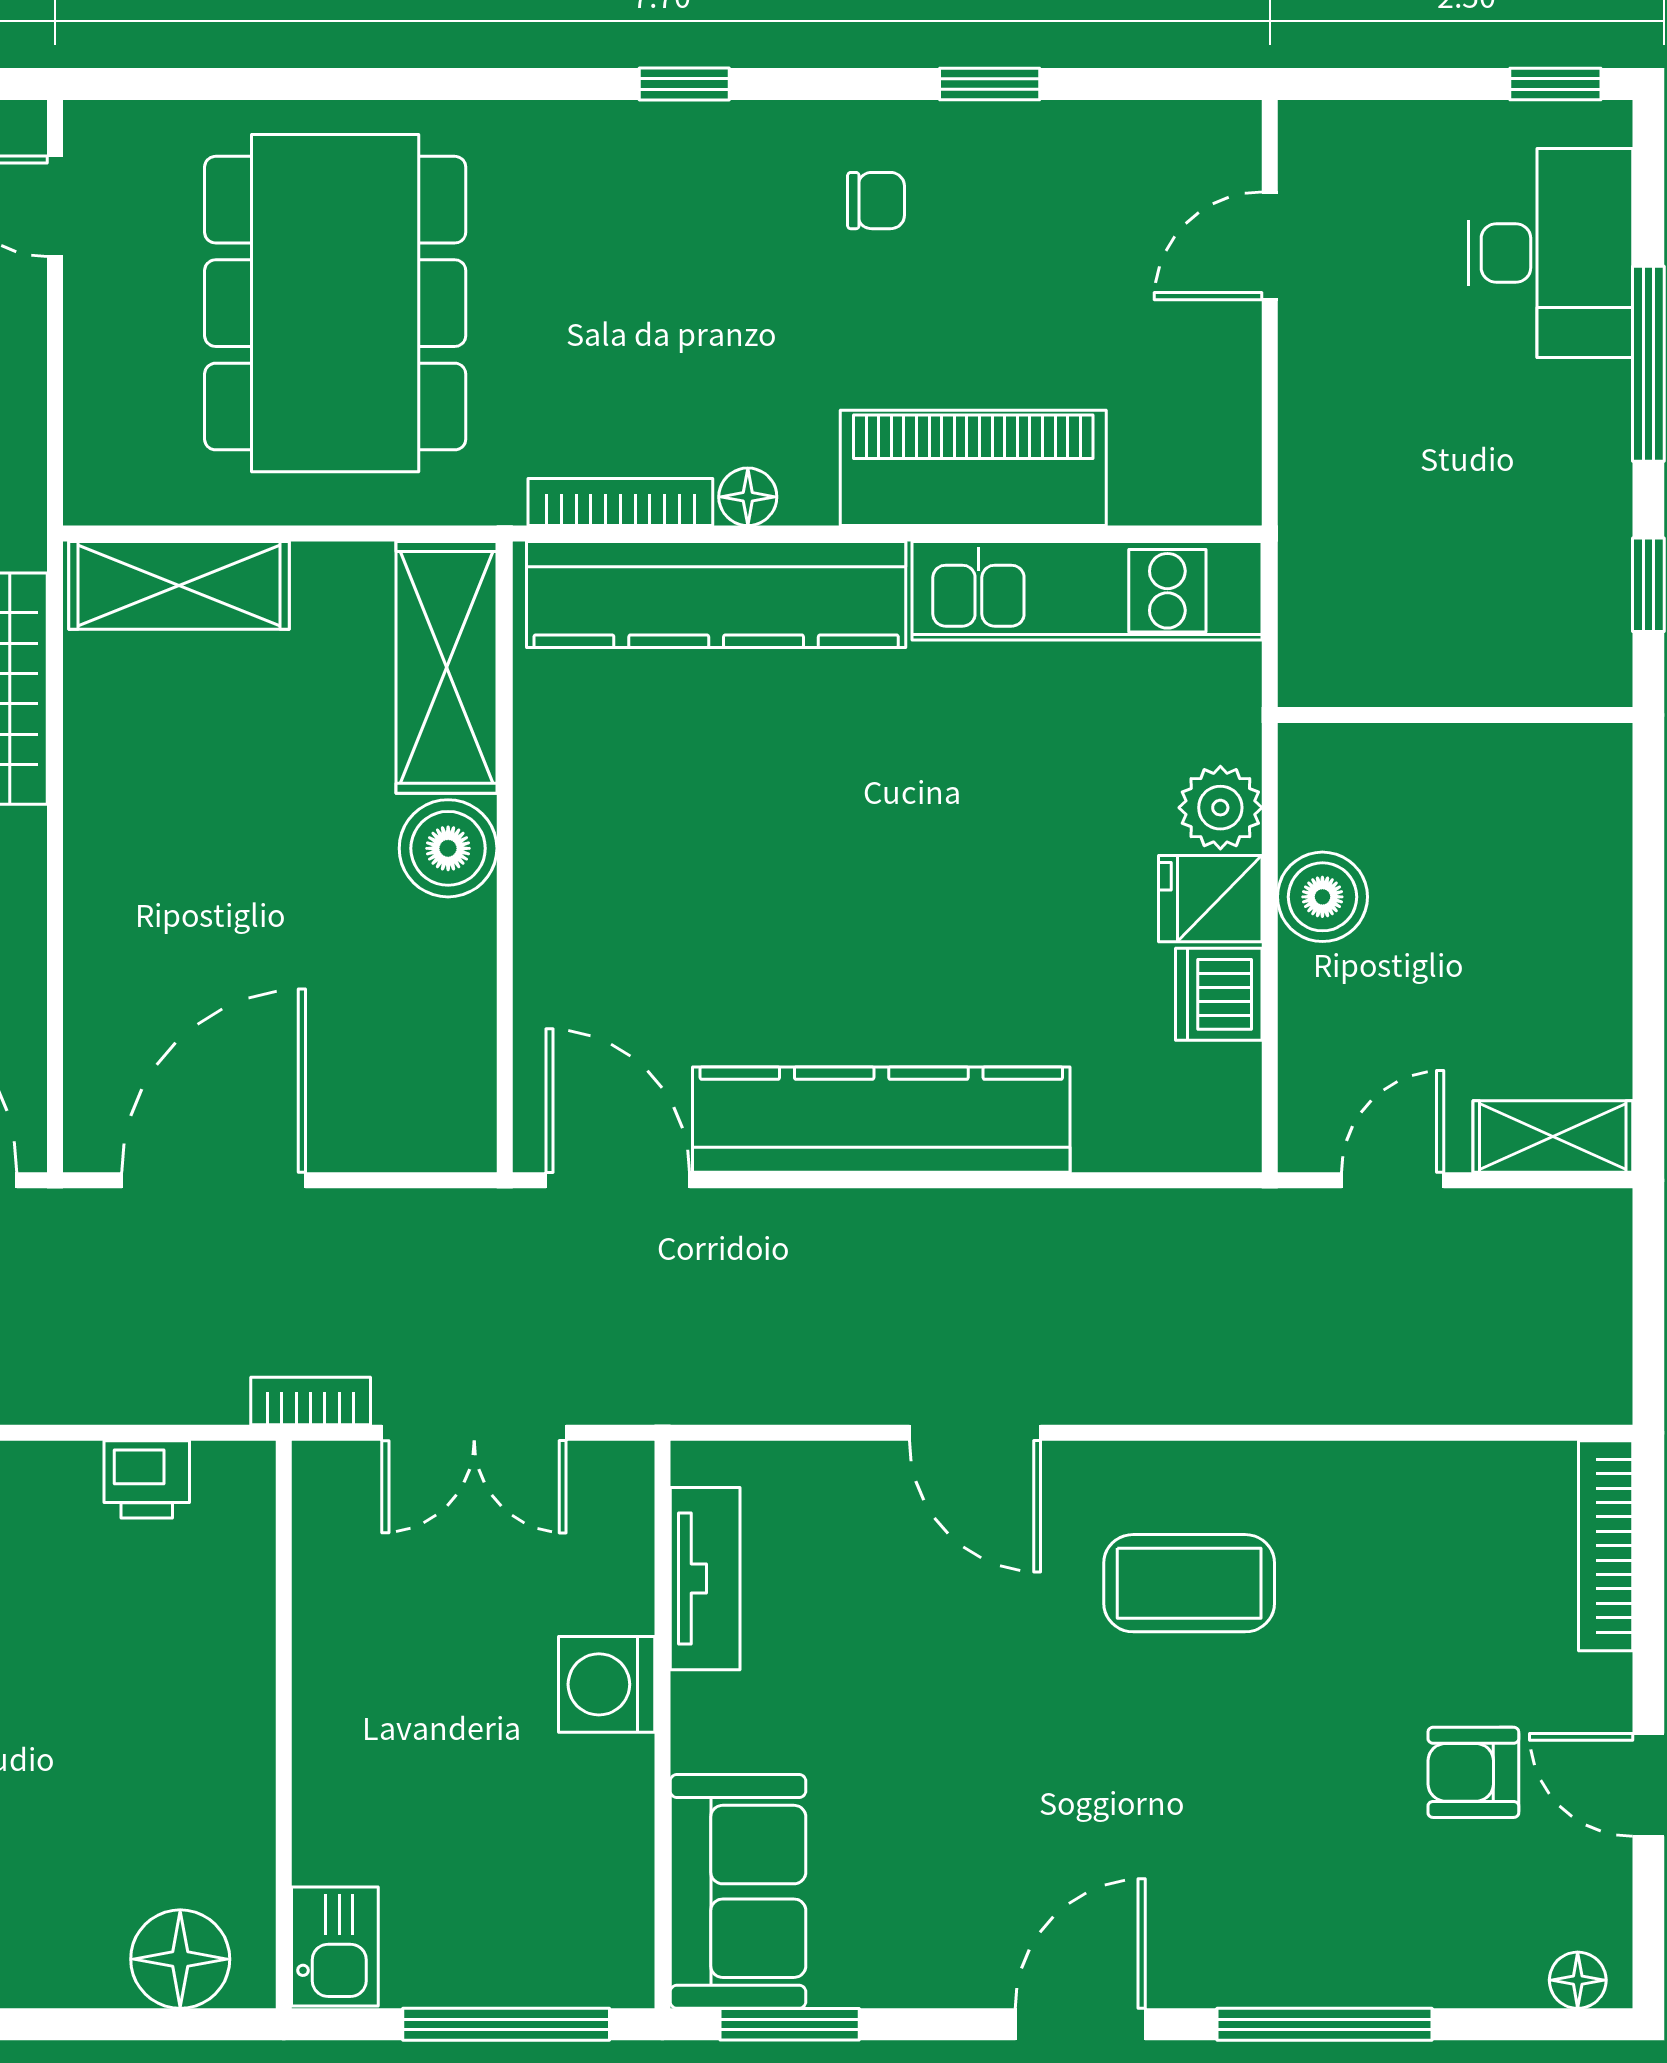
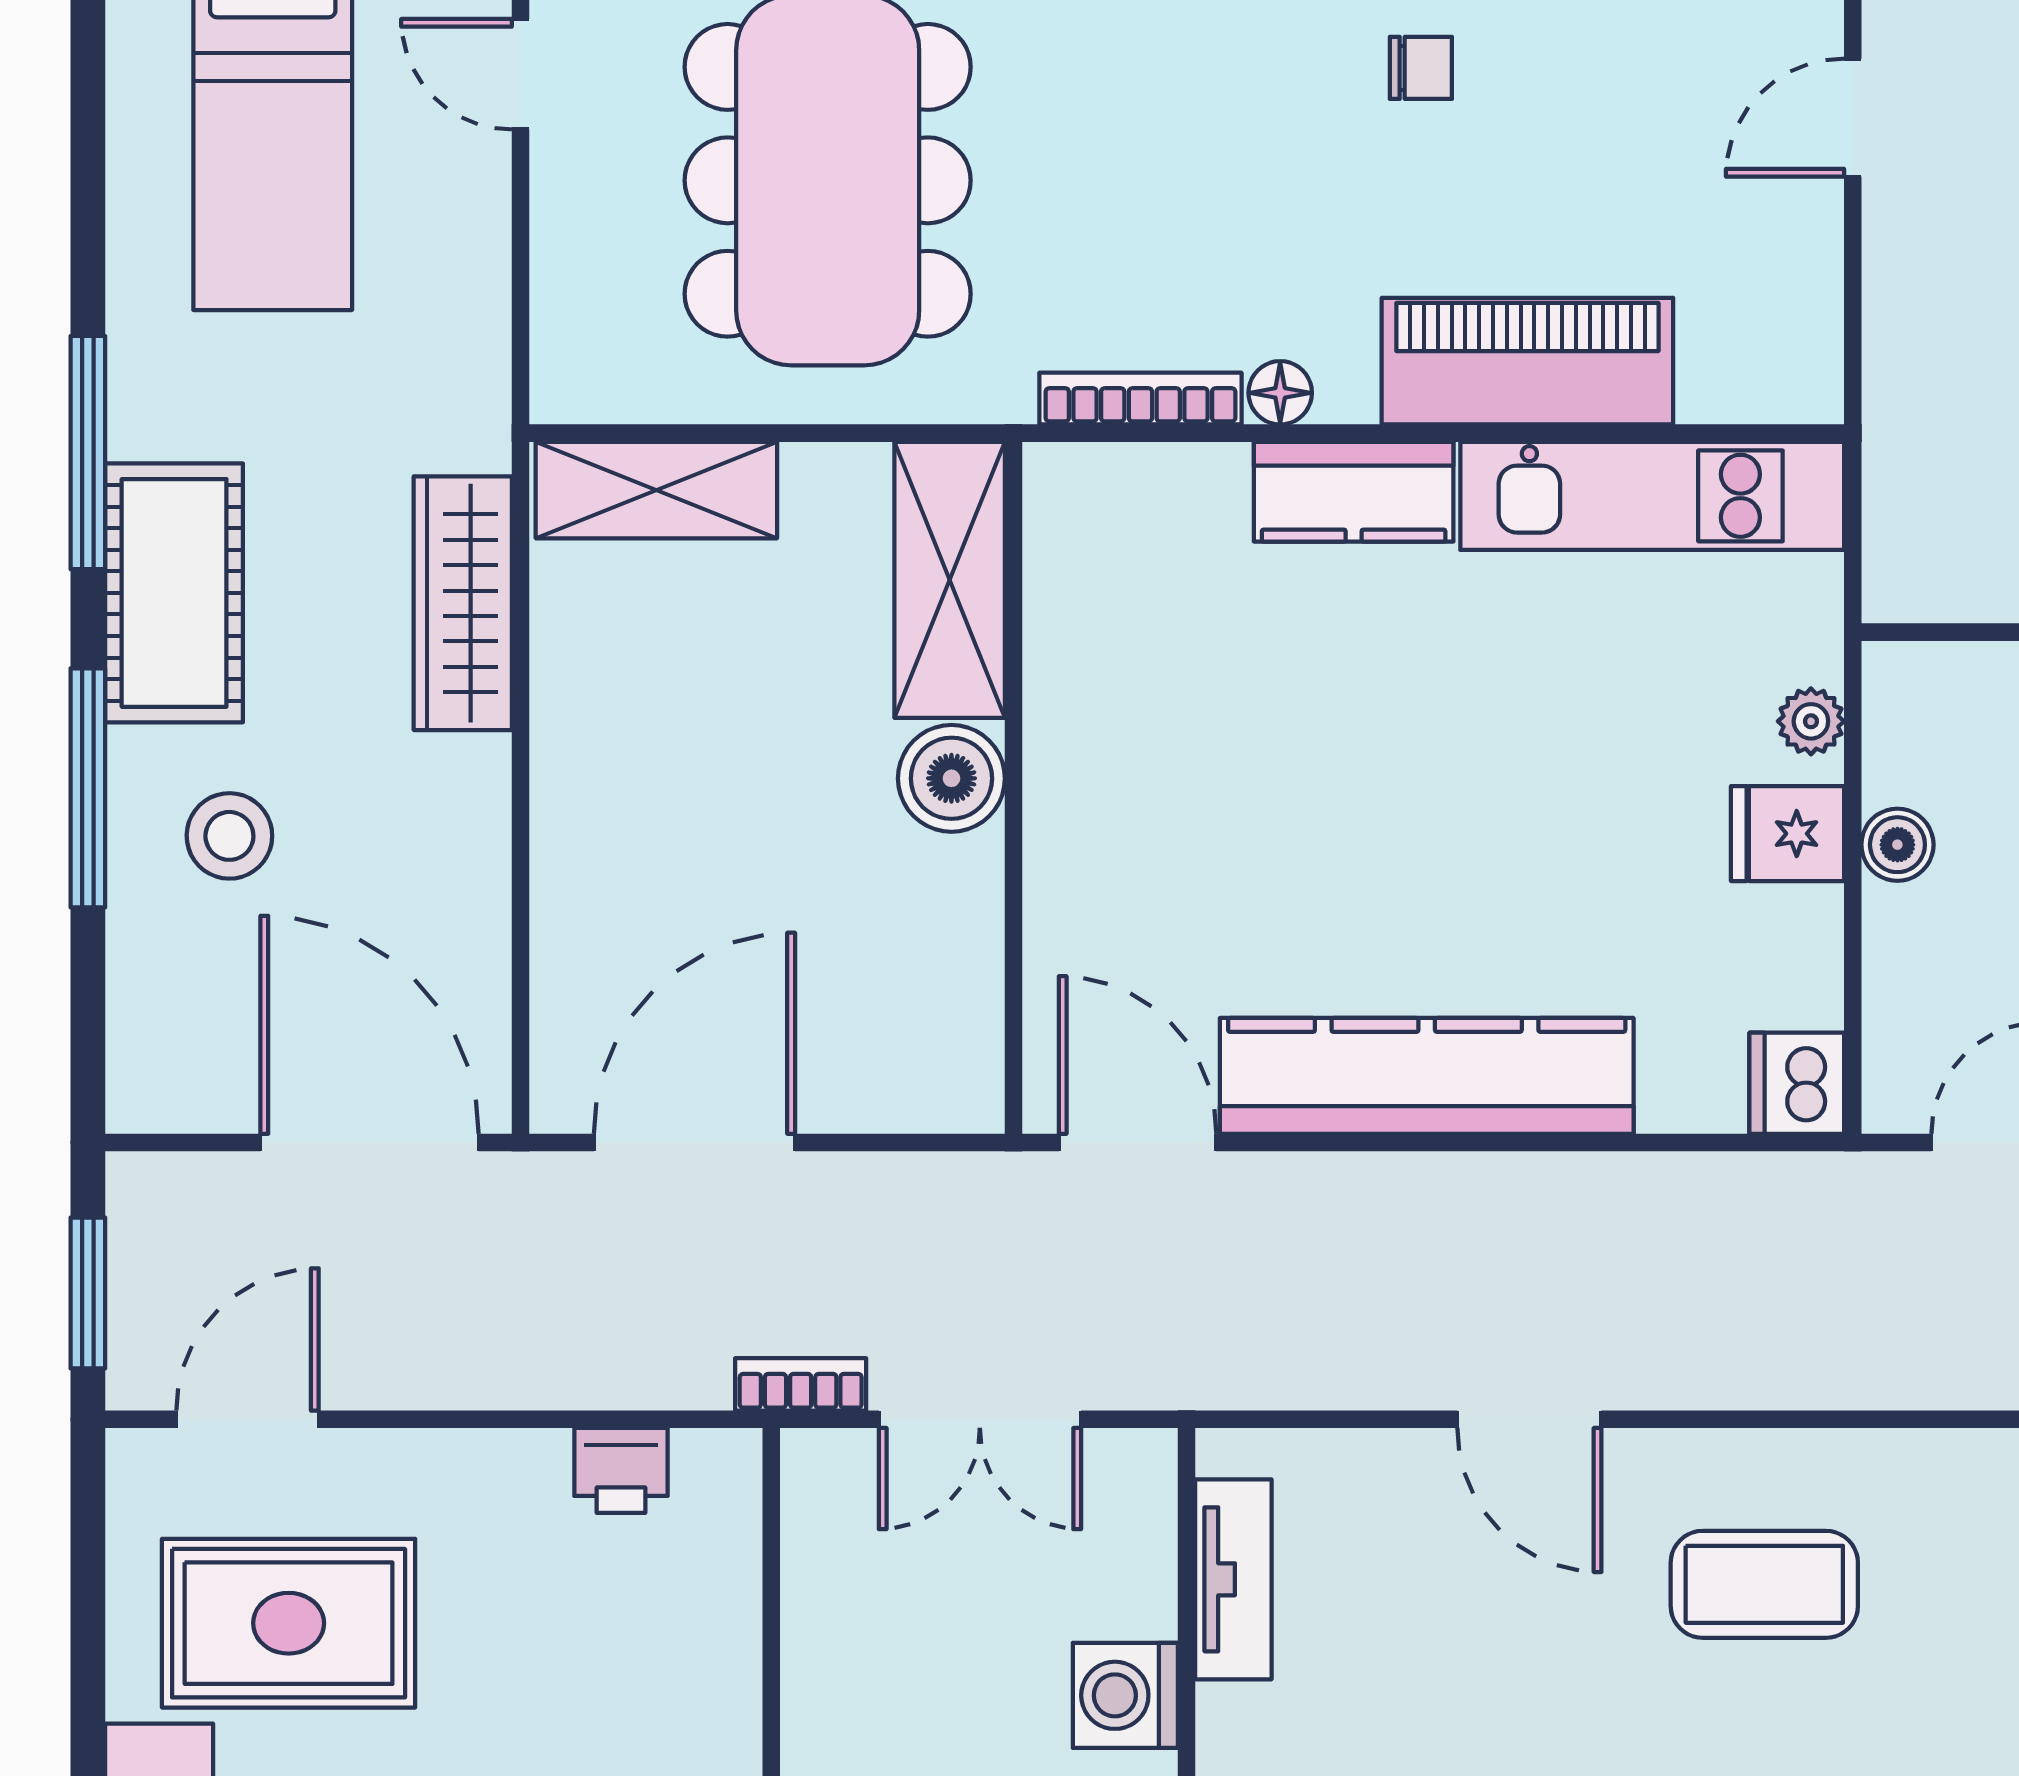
kitchen counter: (716, 595) -> (1354, 492), width x0.48, depth x0.86
plant: (1220, 808) -> (1811, 721), width x0.73, depth x0.73
boiler: (1322, 897) -> (1897, 845), width x0.73, depth x0.73
dishwasher: (1219, 994) -> (1797, 1083), moved

